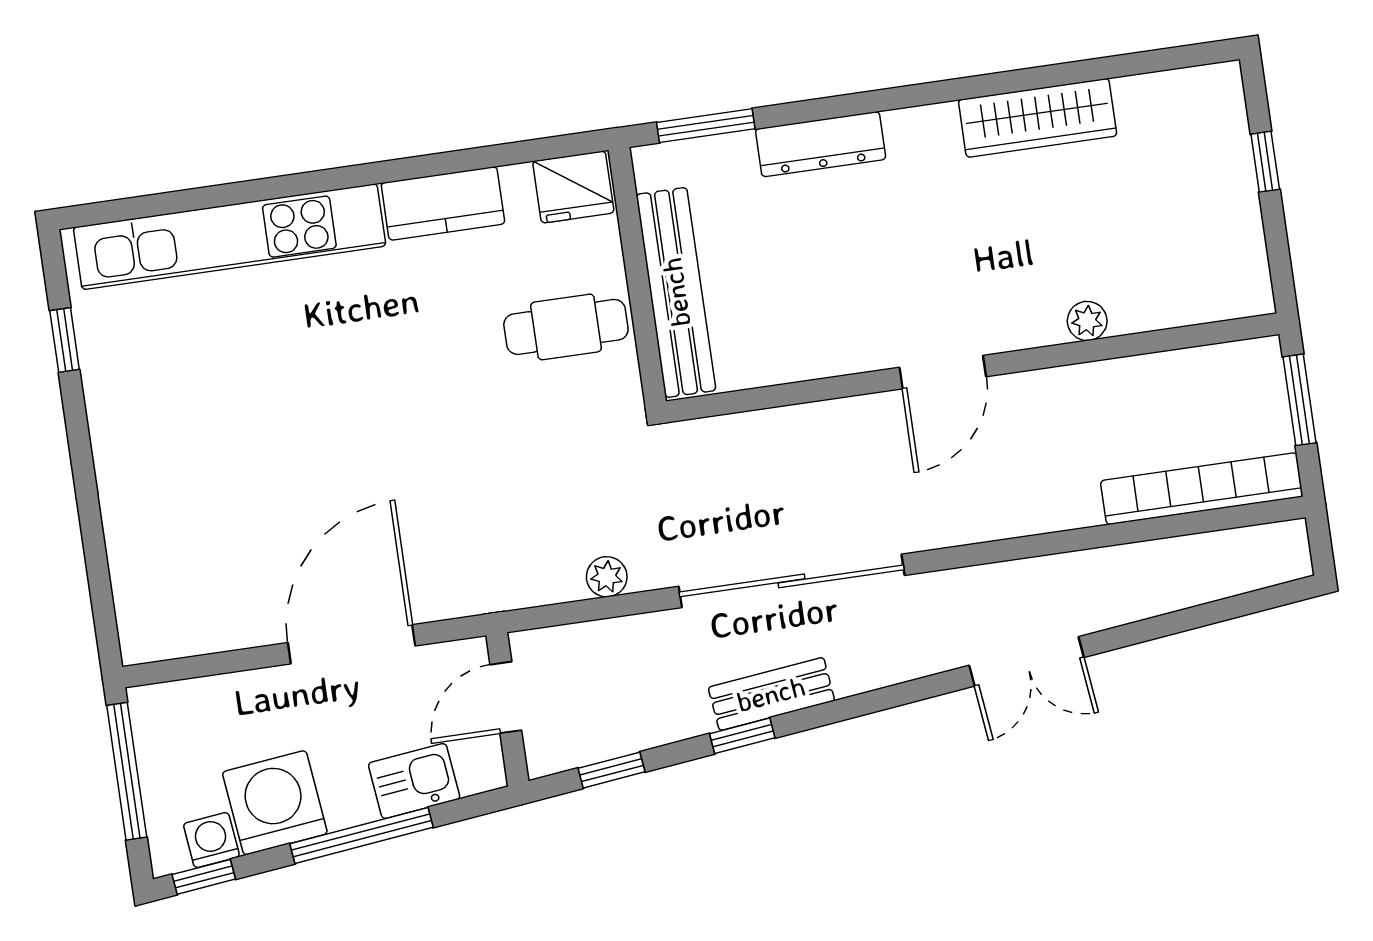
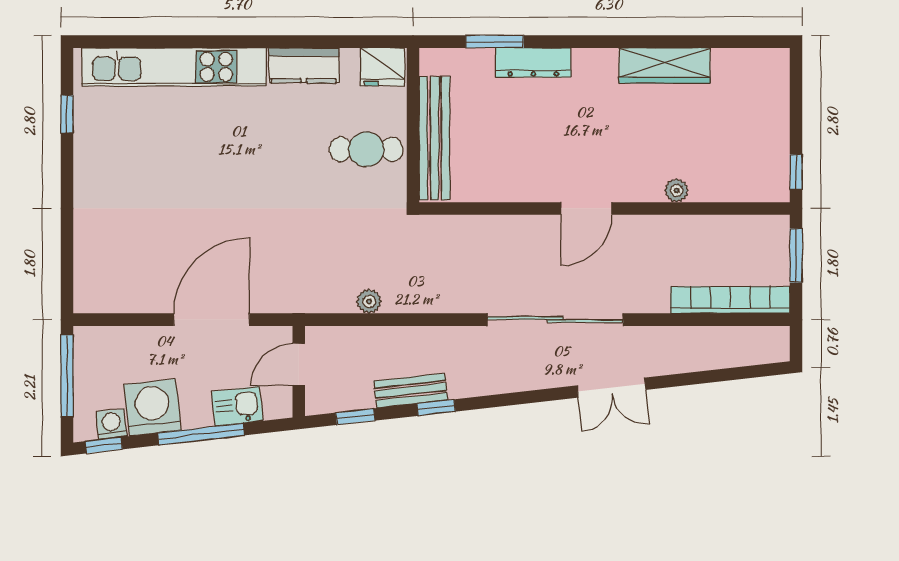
window: (706, 126) -> (495, 42), moved
window: (1265, 162) -> (796, 172), moved
sliding door: (792, 581) -> (555, 320), moved
bench: (771, 694) -> (411, 390), moved

